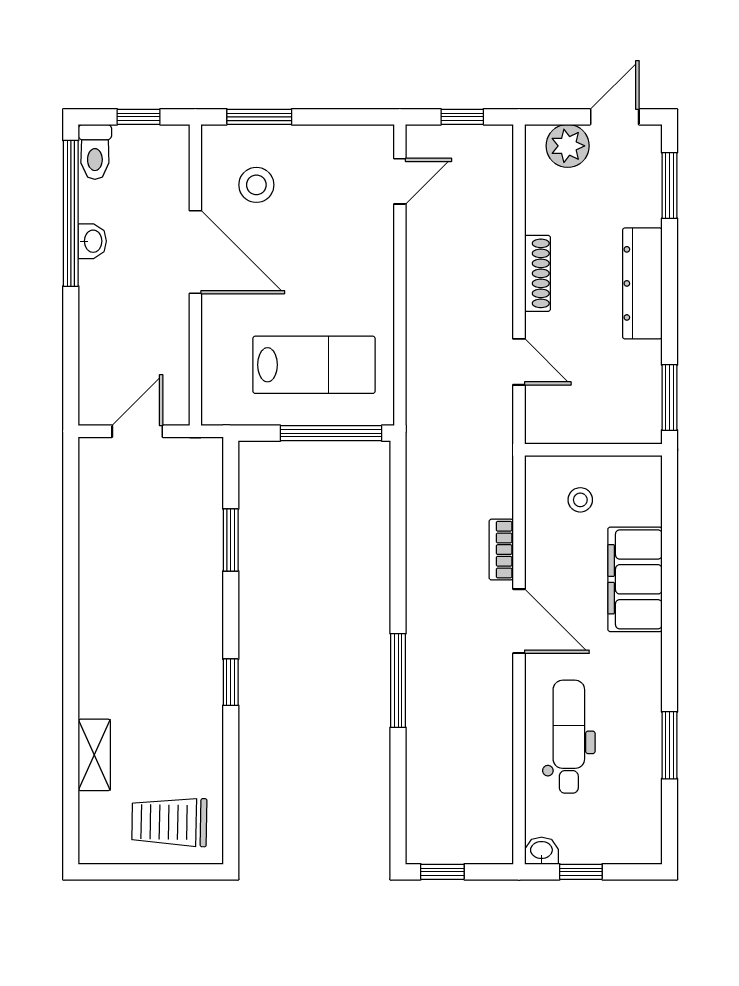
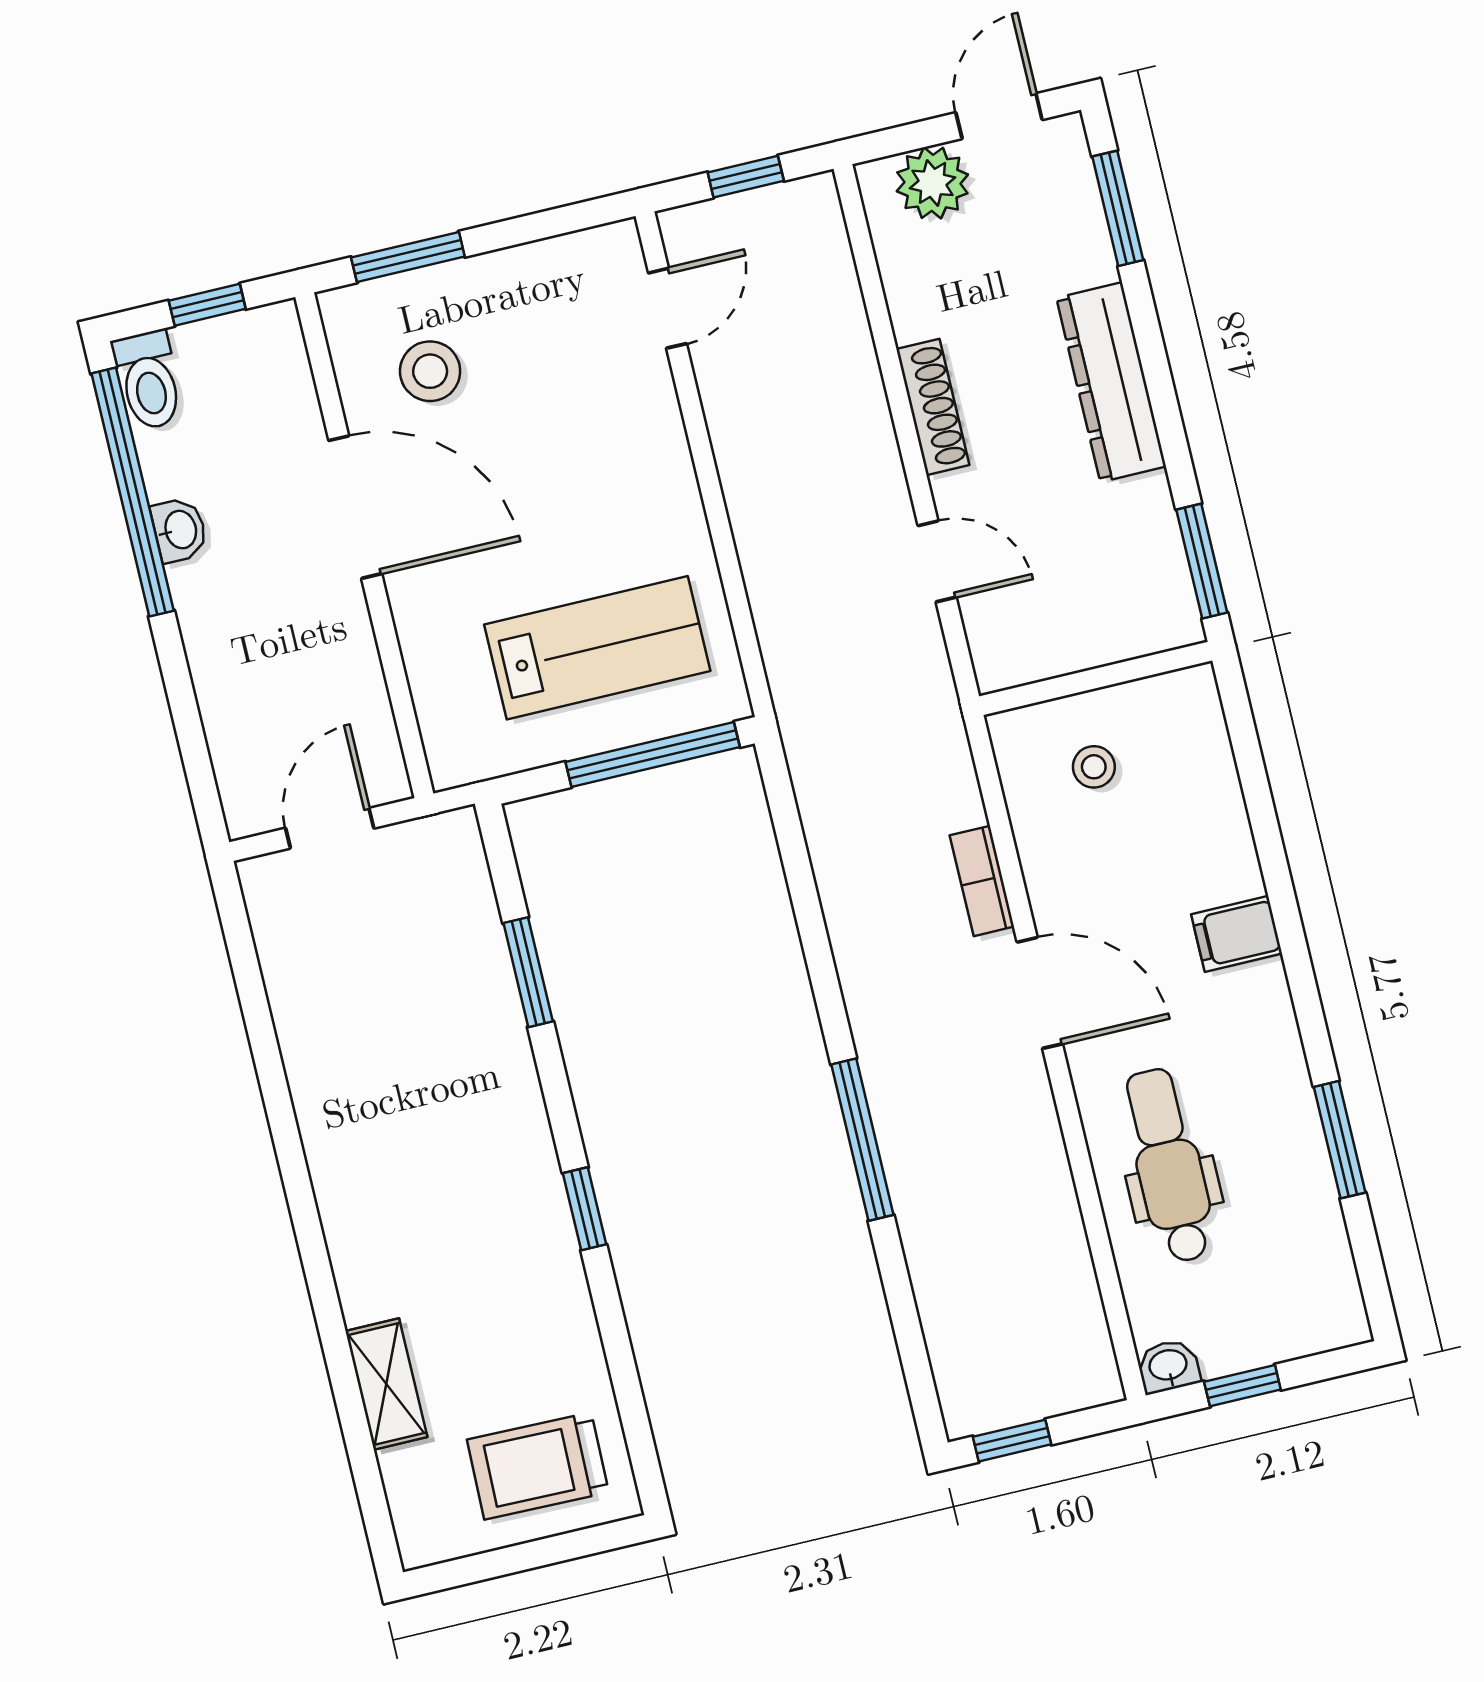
filing cabinet: (635, 579) -> (1237, 934), width x0.33, depth x0.86

